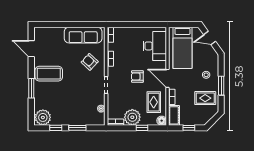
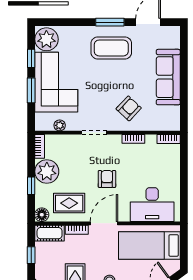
sofa: (83, 35) -> (168, 77), moved
coffee table: (49, 74) -> (111, 48), turned 90
window: (31, 88) -> (110, 22), moved
corner sofa: (72, 111) -> (56, 82), added

